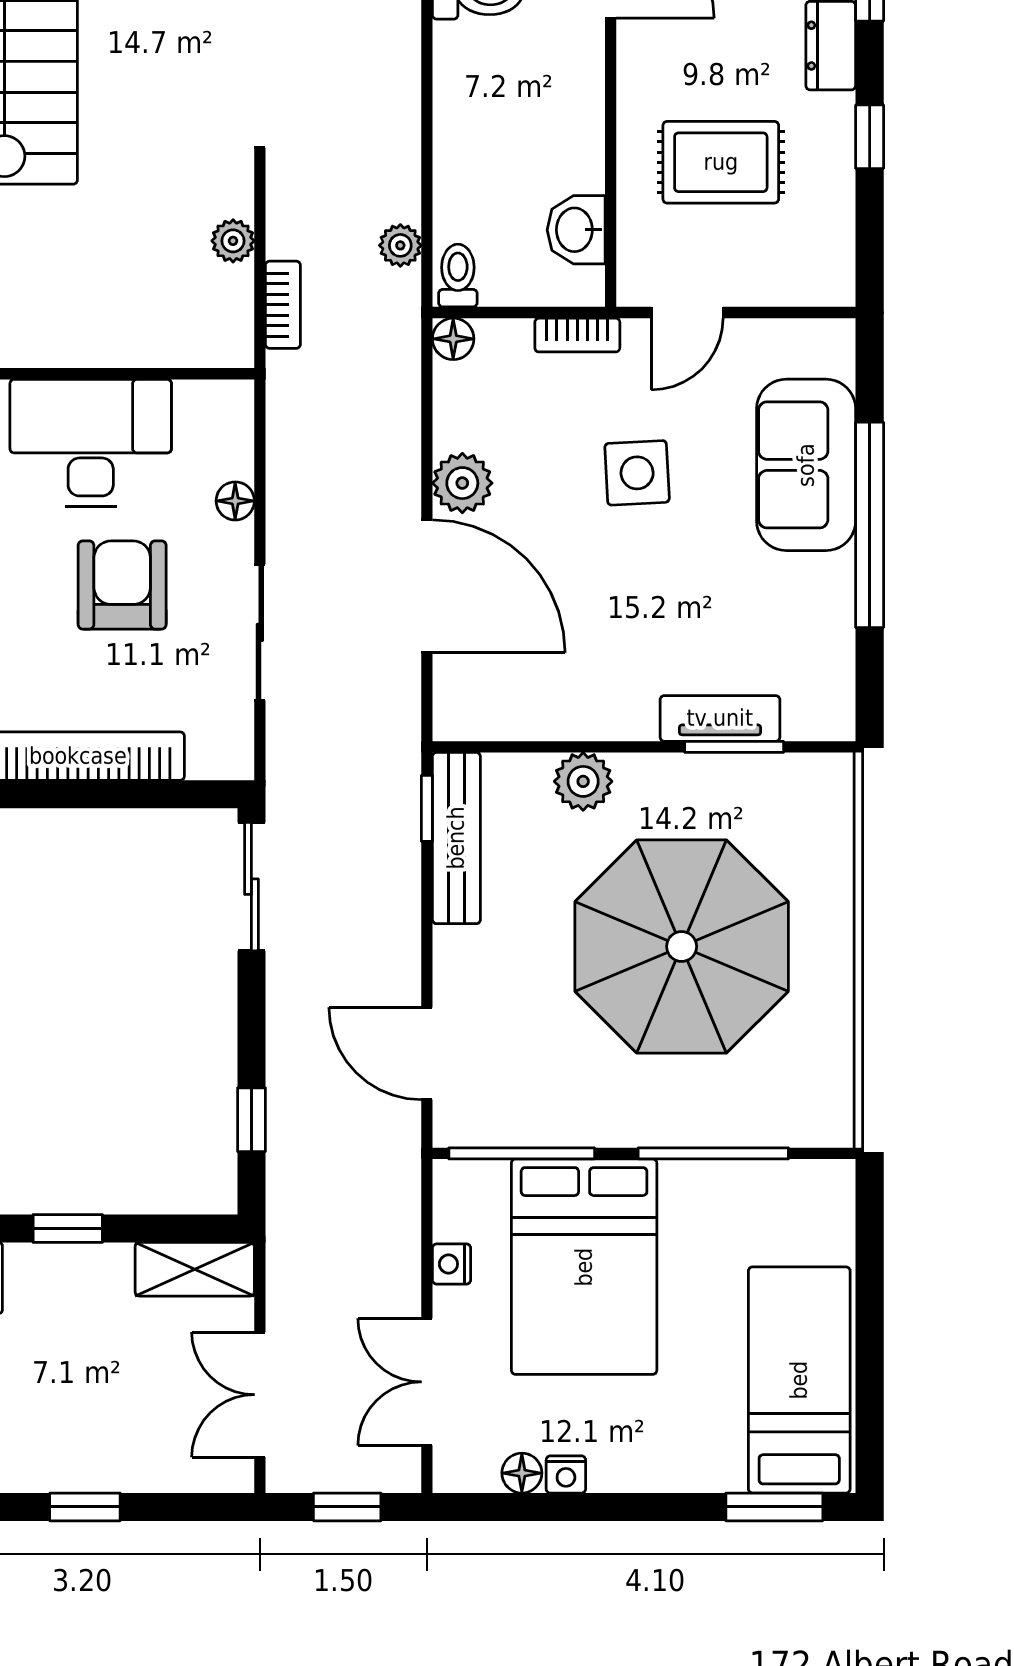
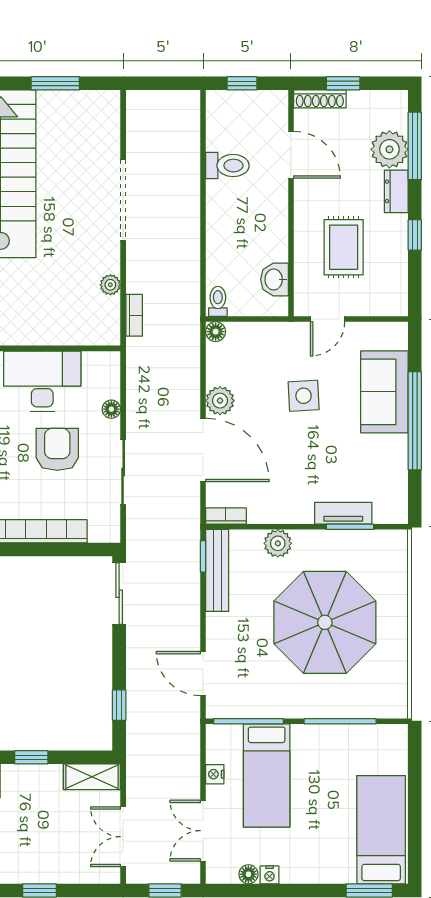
rug: (721, 162) -> (344, 247), turned 90
plant: (400, 245) -> (190, 287), removed
bookcase: (577, 335) -> (226, 516), moved, turned 180
bed: (584, 1267) -> (267, 775), width x0.67

